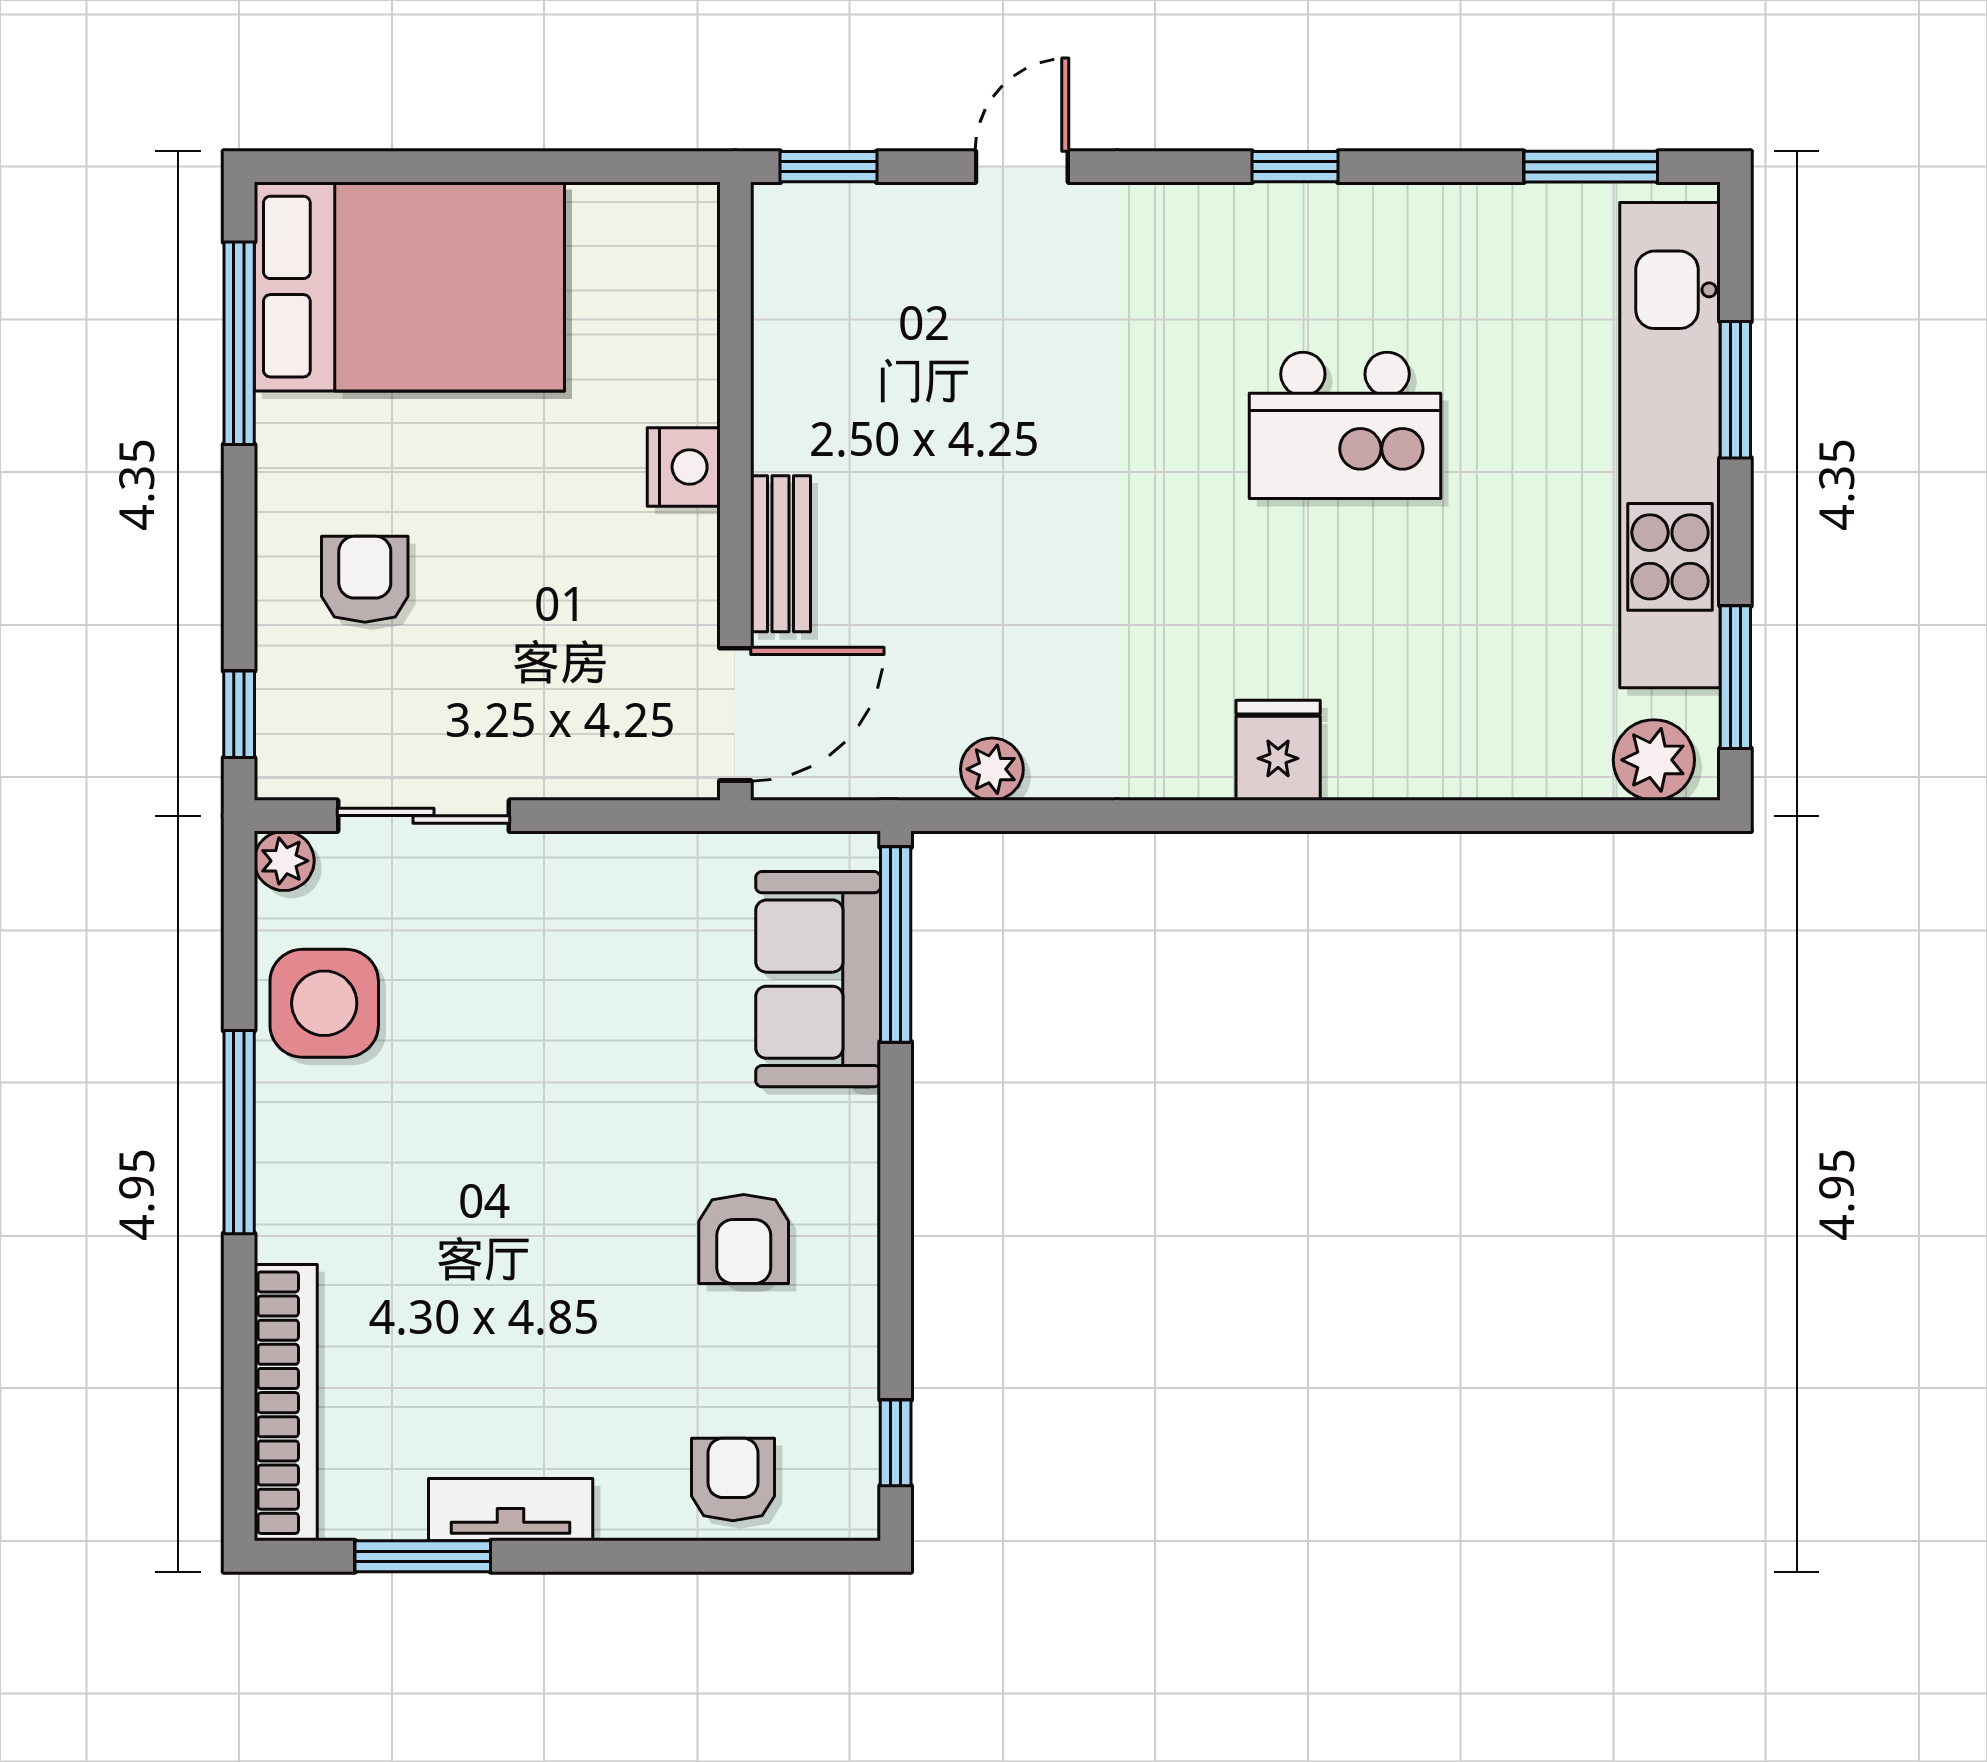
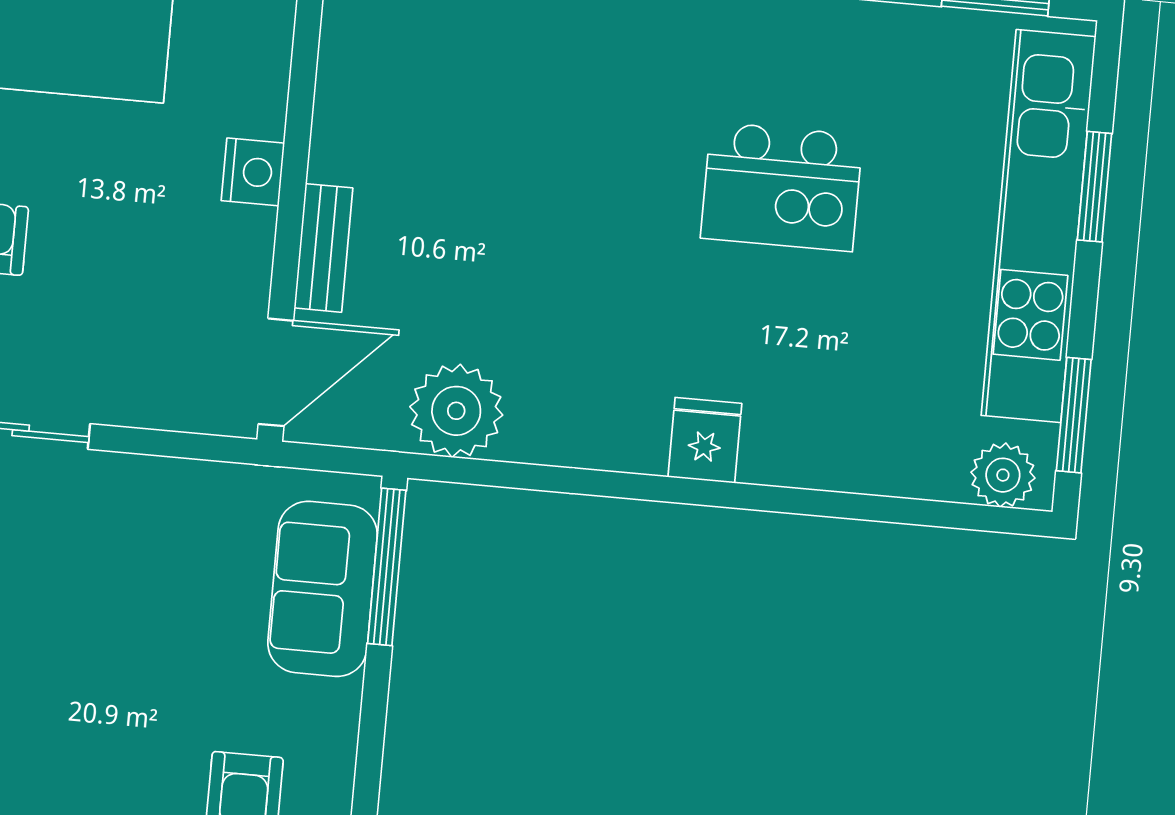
plant: (992, 769) -> (456, 411), width x1.88, depth x1.88

